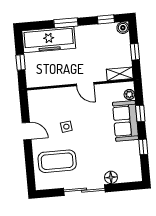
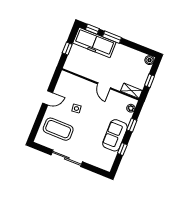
window: (106, 19) -> (92, 29), moved
sofa: (125, 121) -> (115, 135), moved
door: (27, 131) -> (48, 98), hinge flipped
floor lamp: (111, 177) -> (90, 159), removed

